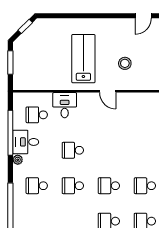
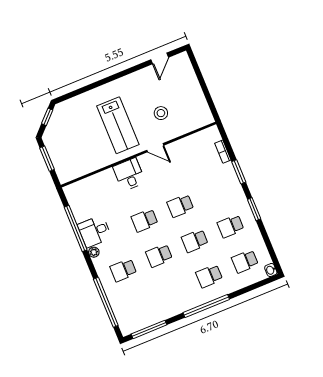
lab bench: (83, 59) -> (118, 125), turned 180
desk: (65, 105) -> (129, 174), moved
school desk: (37, 115) -> (180, 206), moved

